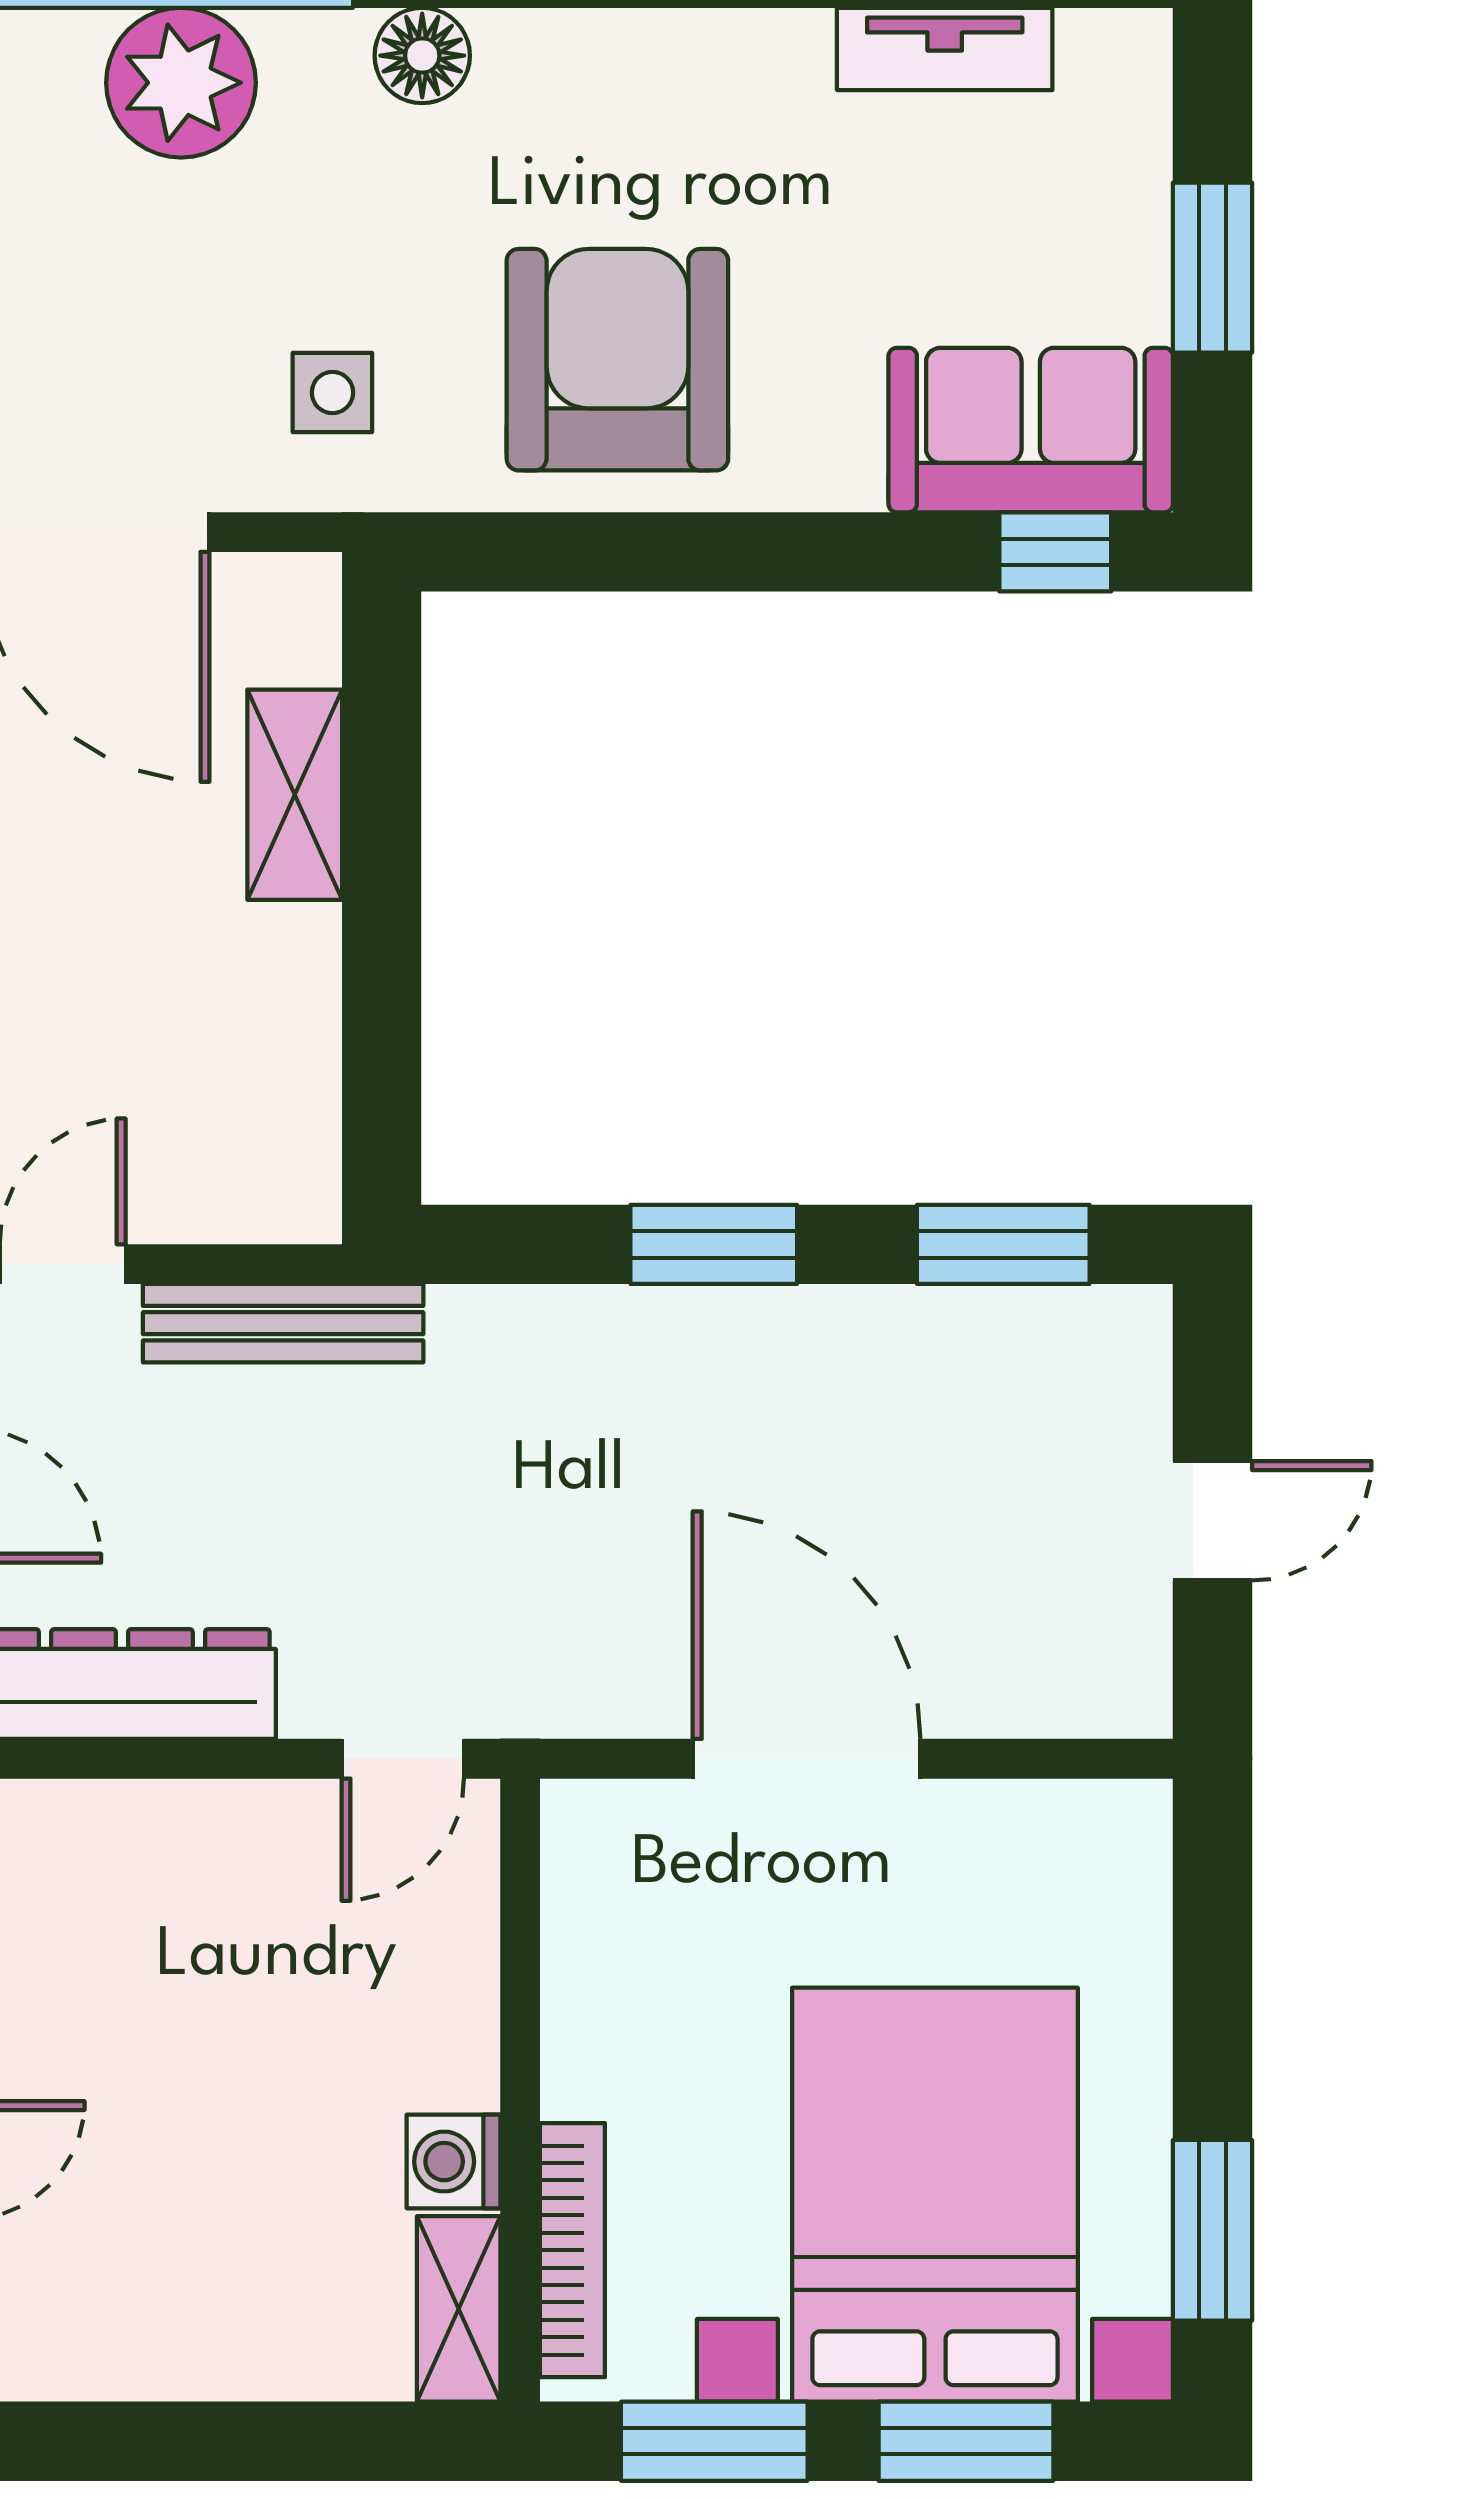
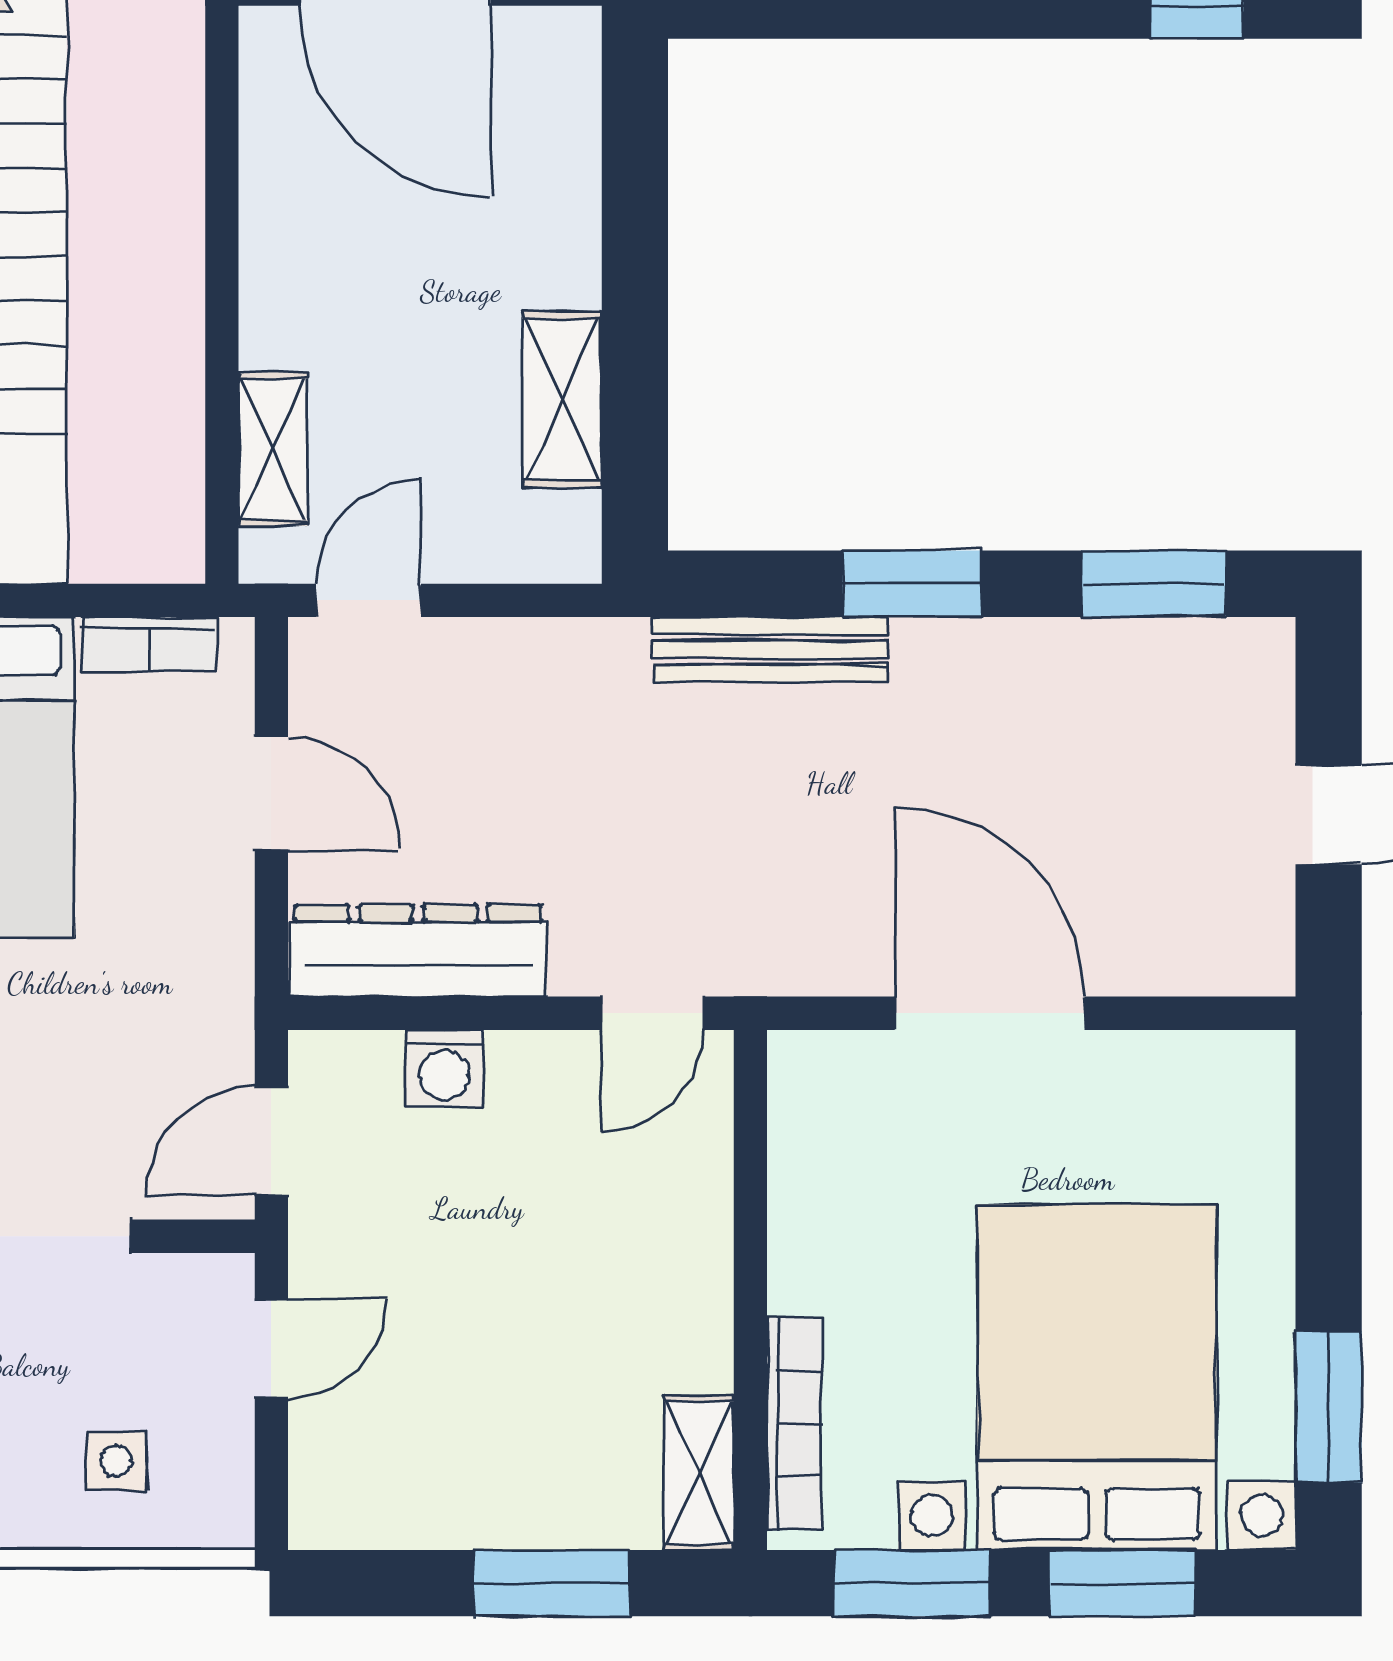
shelving: (295, 795) -> (562, 399), moved
bench: (283, 1323) -> (770, 650), moved
washing machine: (453, 2162) -> (445, 1069), moved, turned -90
window: (282, 2441) -> (552, 1583), added

